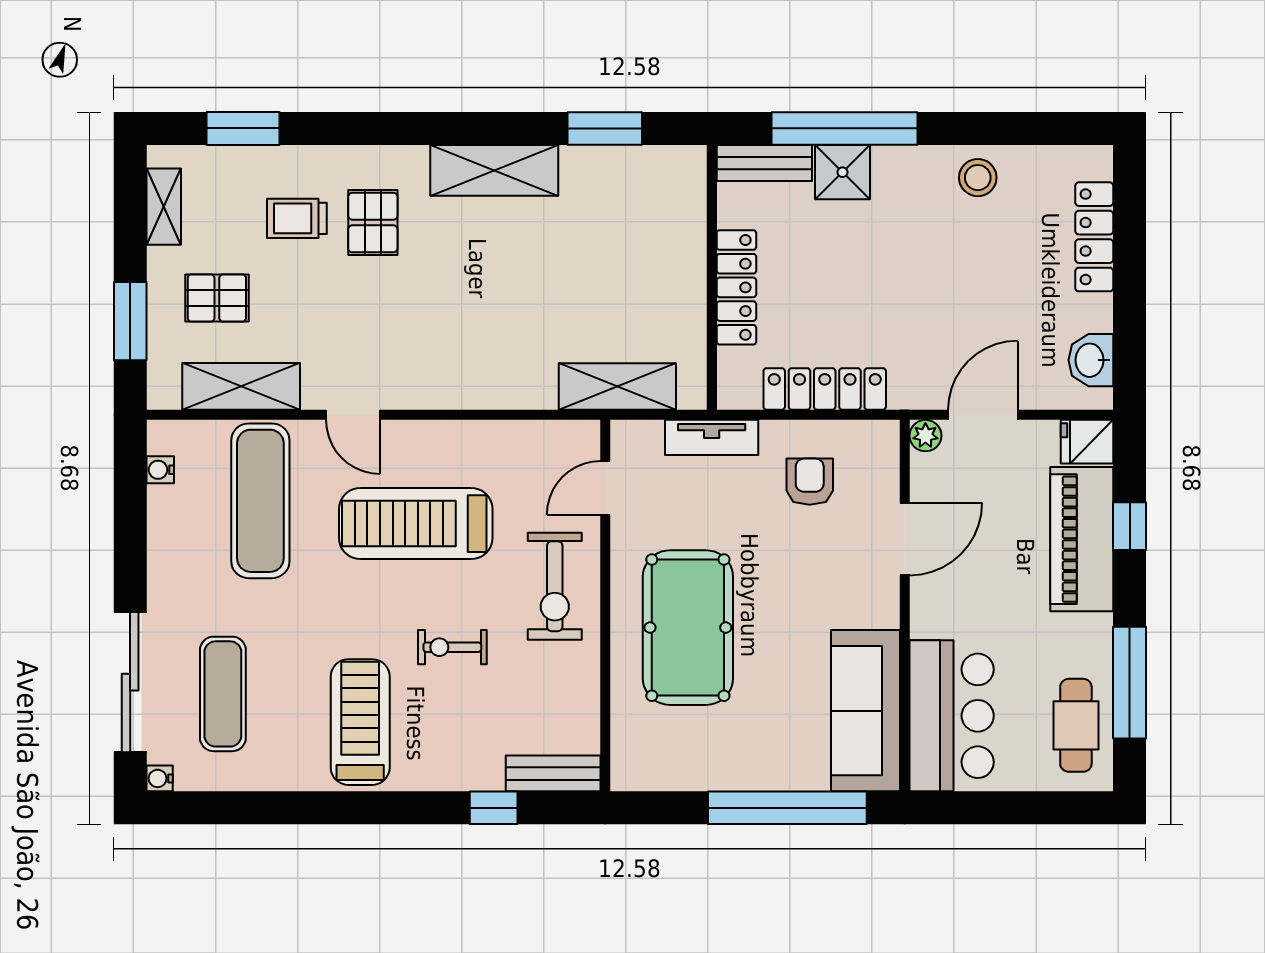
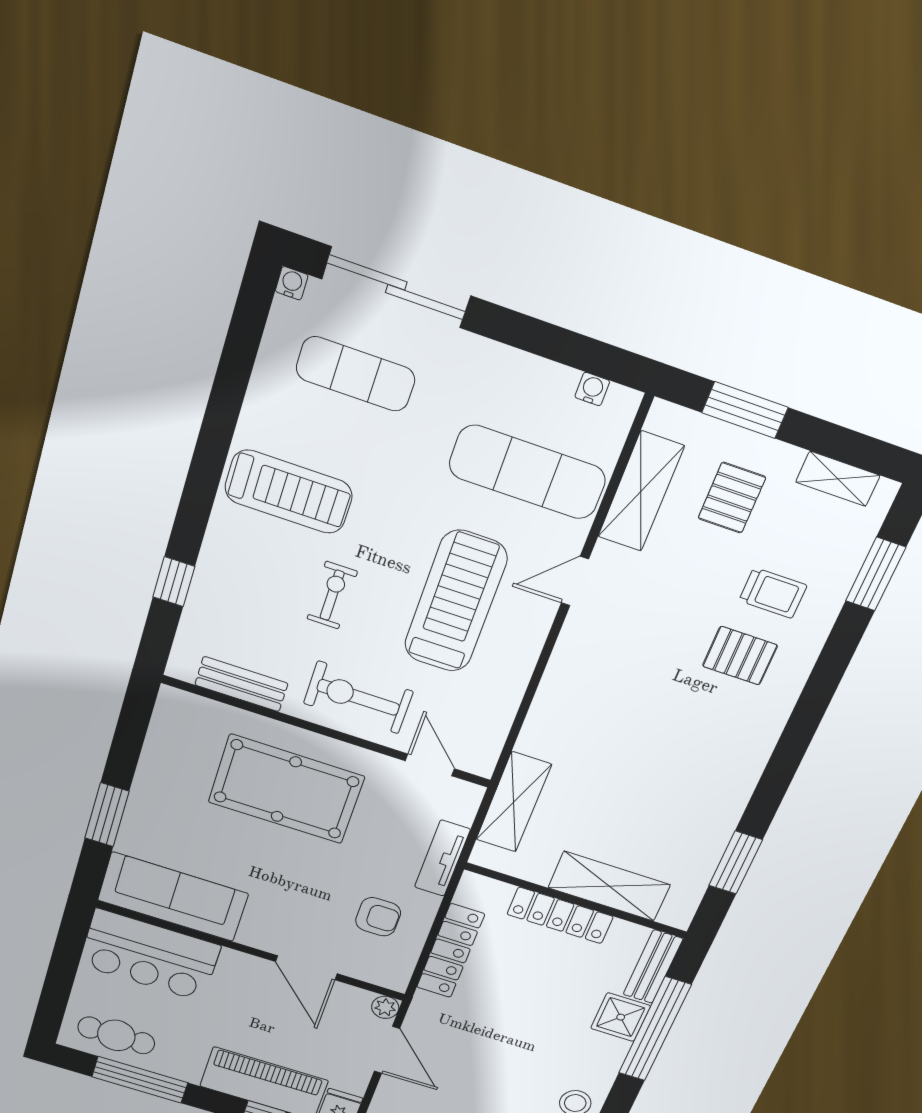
shelving: (494, 170) -> (609, 886), moved, turned 90
trolley: (297, 218) -> (773, 593), turned 90
bench: (553, 773) -> (241, 684), moved, turned 90
window: (787, 808) -> (107, 815), width x0.47

